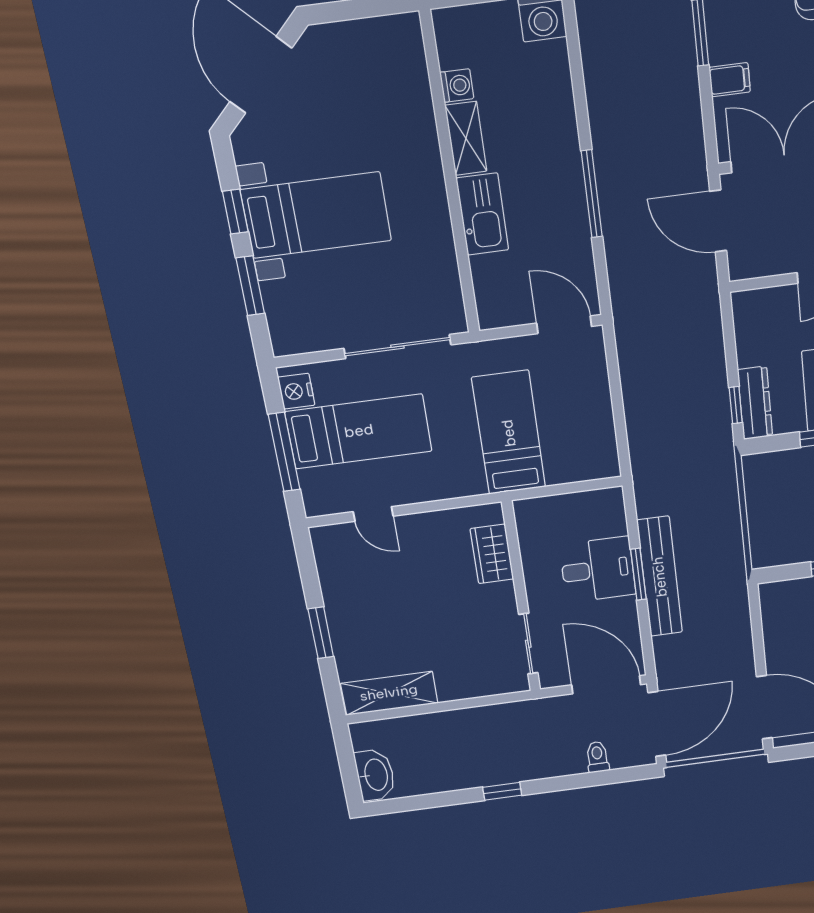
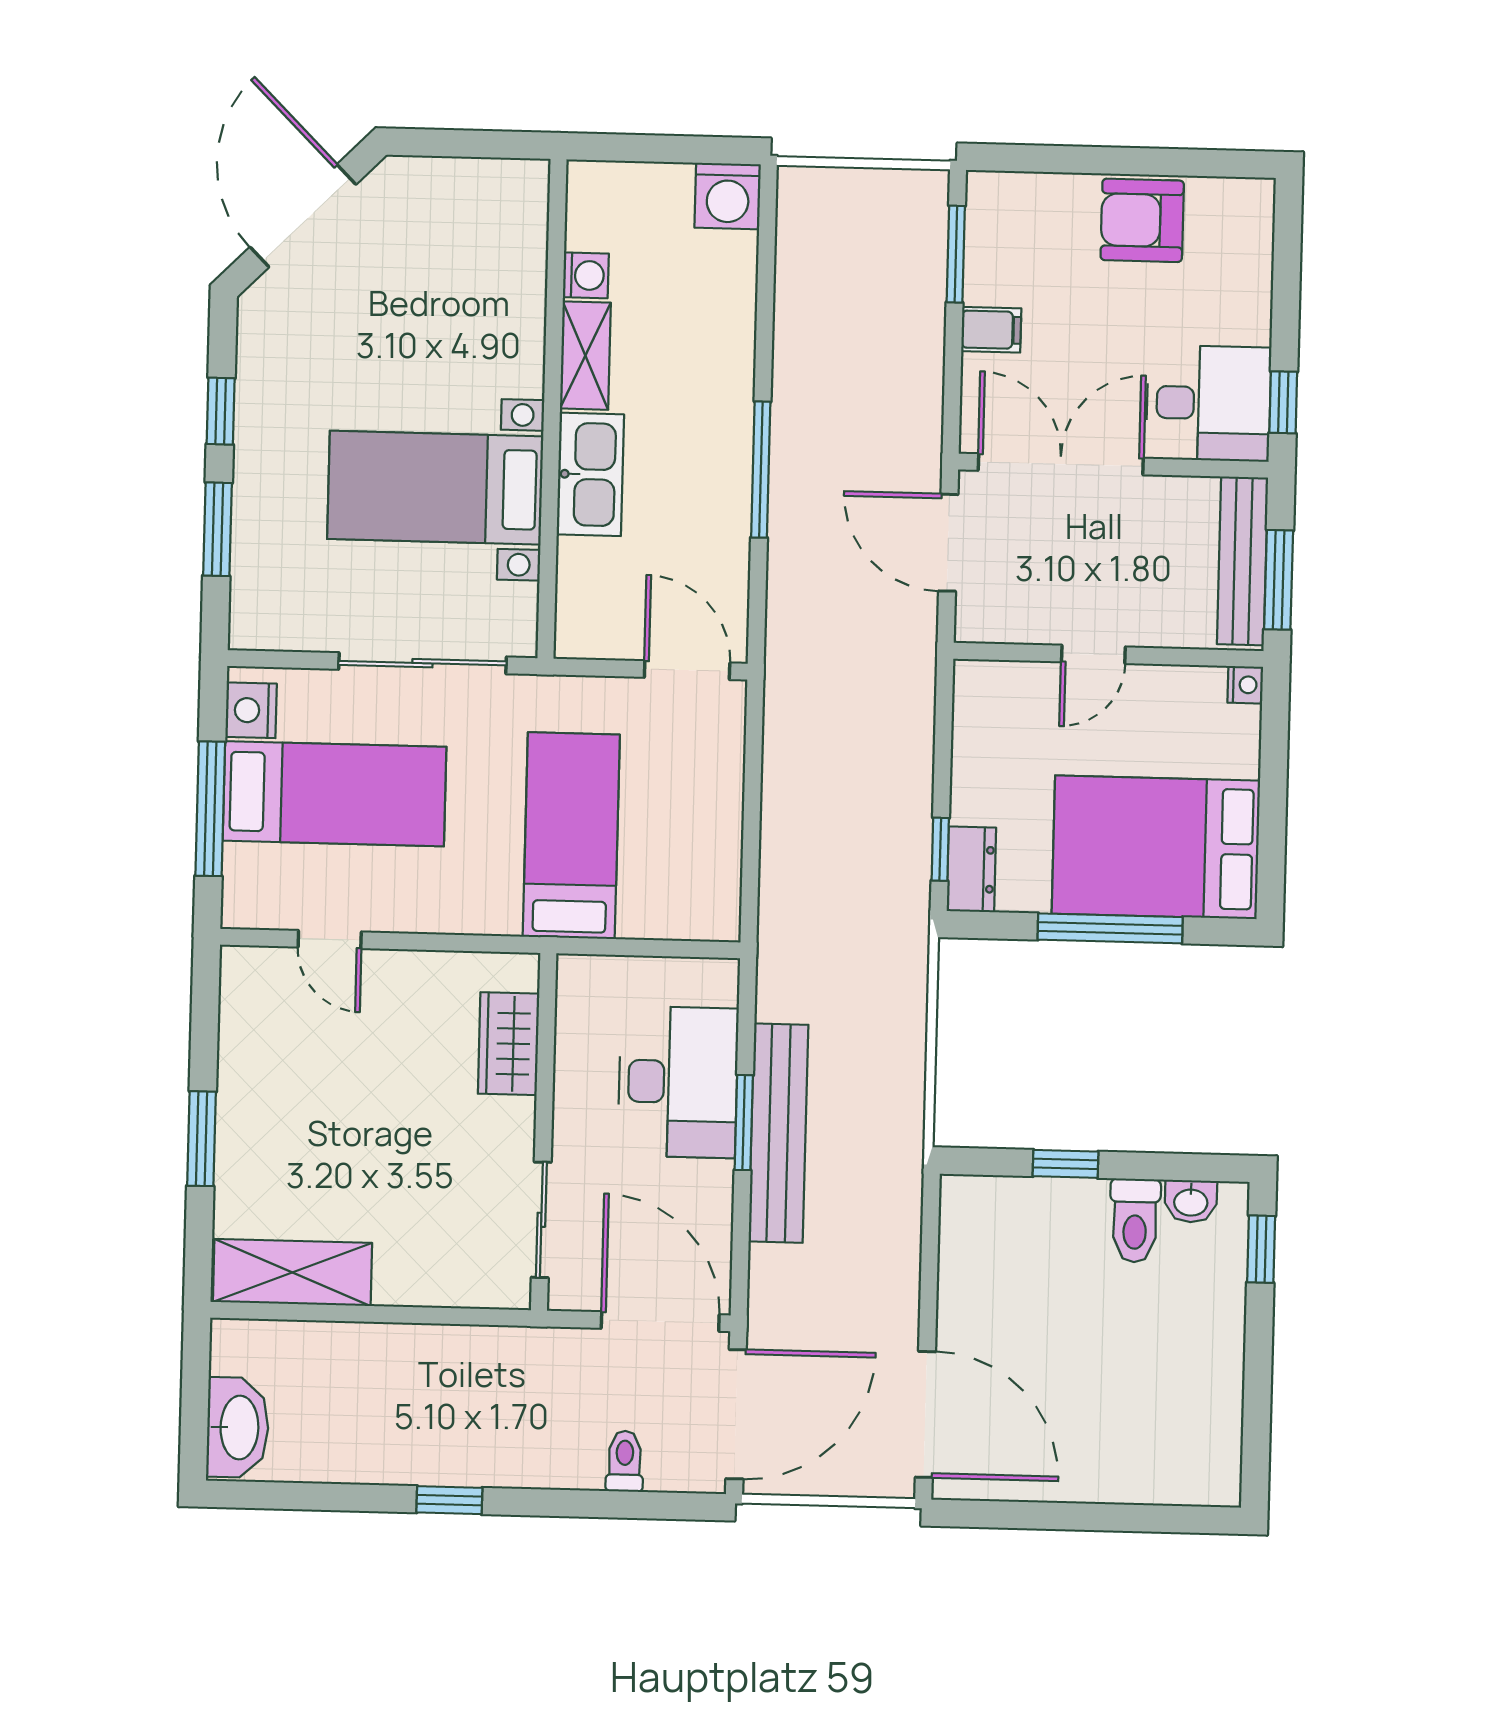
bed with nightstands: (316, 215) -> (435, 488), moved, turned 180
dresser: (755, 403) -> (971, 869), width x0.70
desk: (598, 570) -> (678, 1082), width x1.37

